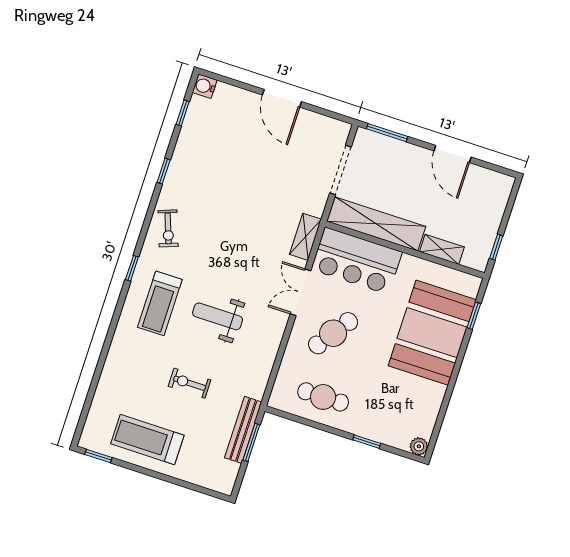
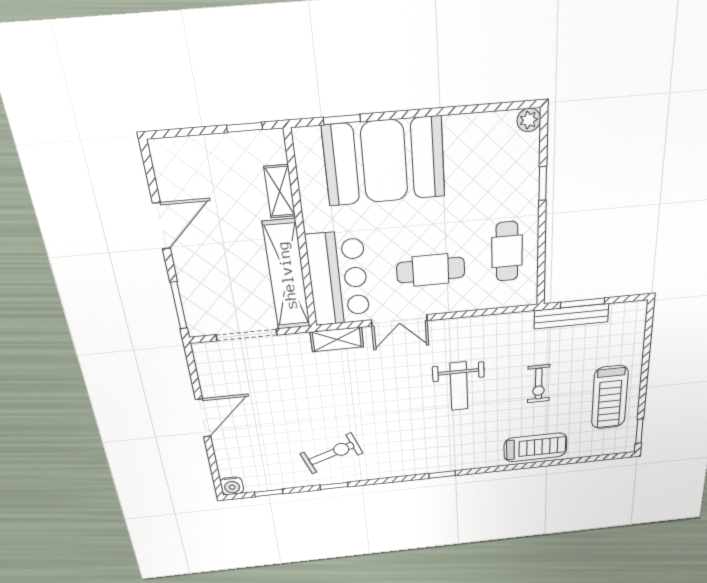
exercise bike: (168, 228) -> (332, 453), moved, width x1.38, depth x1.39
treadmill: (160, 303) -> (535, 447), moved
cafe table: (333, 333) -> (431, 270), turned -35

